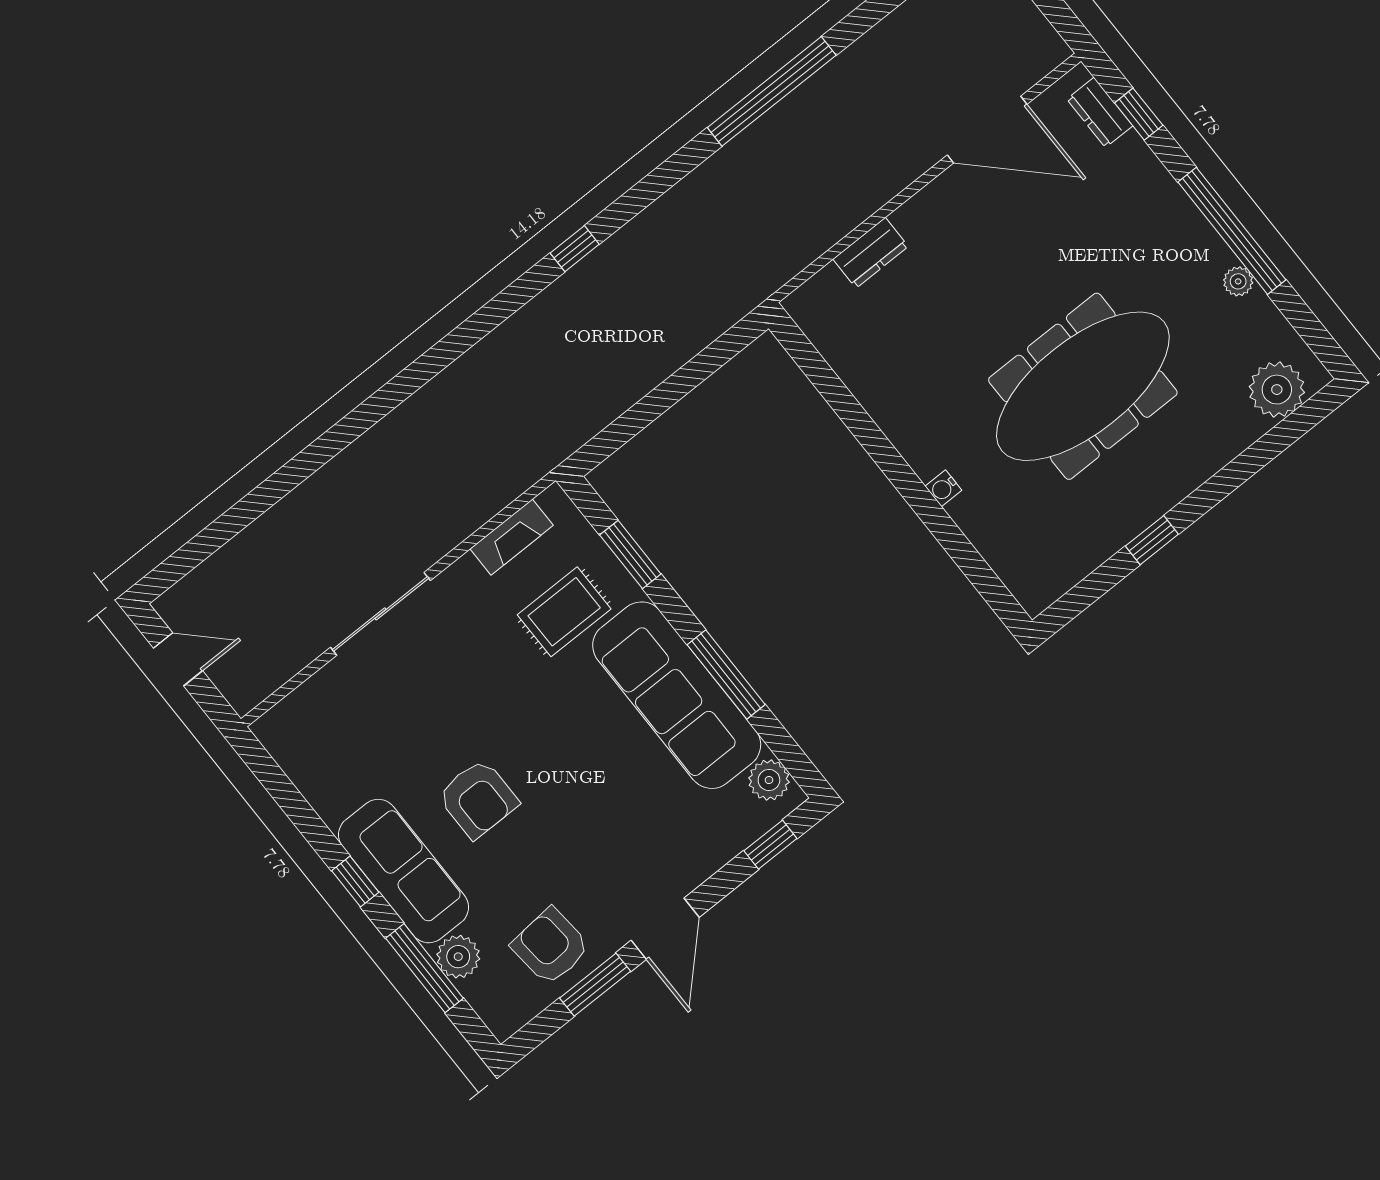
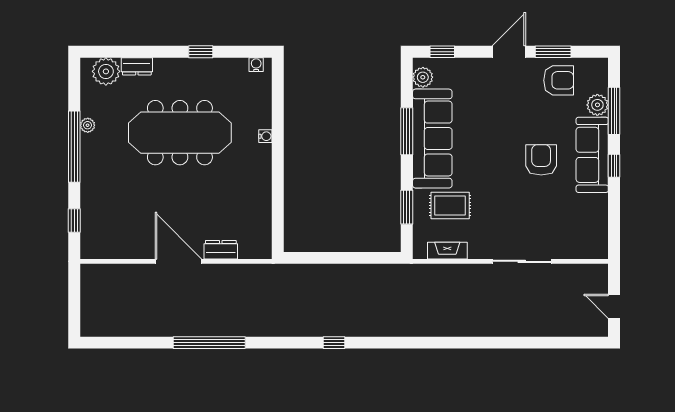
dresser: (1100, 112) -> (137, 66), moved, turned 90
door: (987, 130) -> (178, 261), moved
water cooler: (1048, 590) -> (256, 65), added
armchair: (550, 946) -> (559, 80), turned -85

